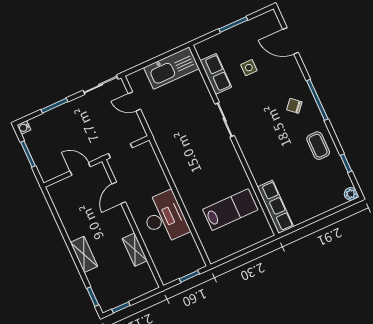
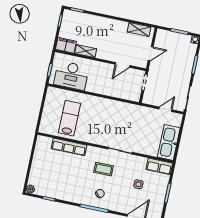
row of seats: (216, 74) -> (159, 166), moved
coffee table: (318, 146) -> (104, 169), moved
door: (119, 193) -> (122, 65), swing flipped
row of seats: (275, 207) -> (69, 147), moved
lab bench: (230, 210) -> (70, 118), turned 180
desk: (165, 218) -> (71, 76), moved
shelving: (84, 254) -> (139, 29), moved
filing cabinet: (145, 279) -> (66, 45), added

